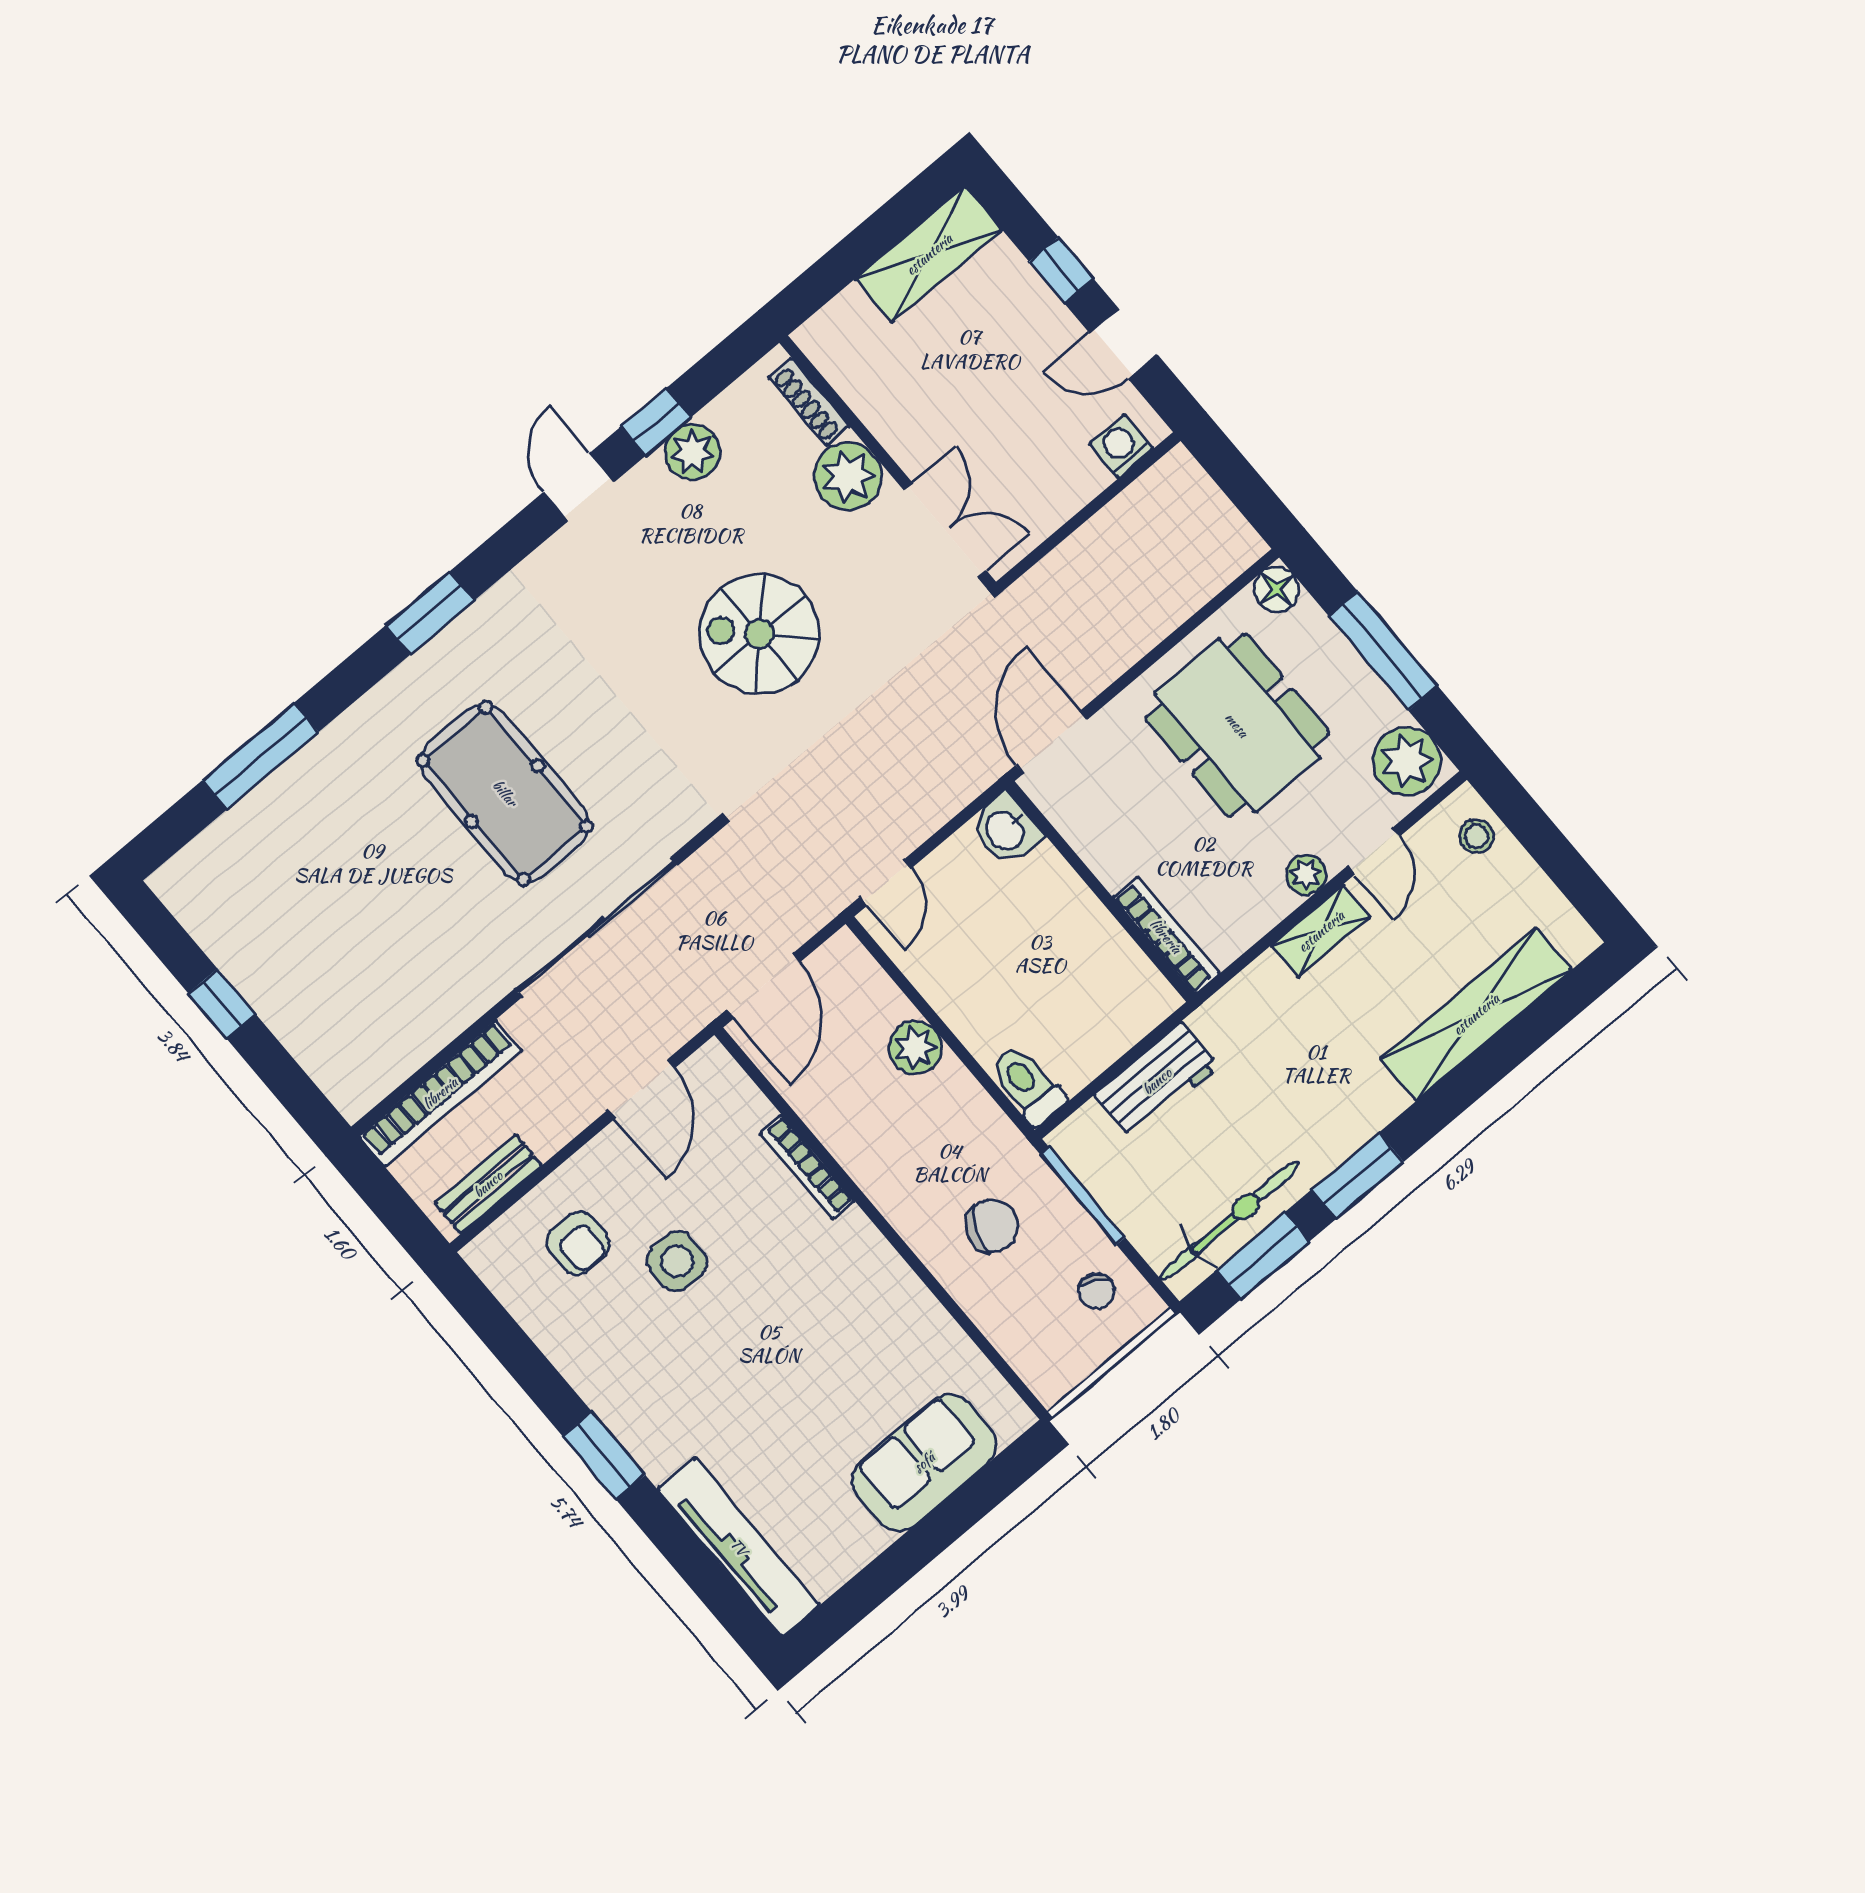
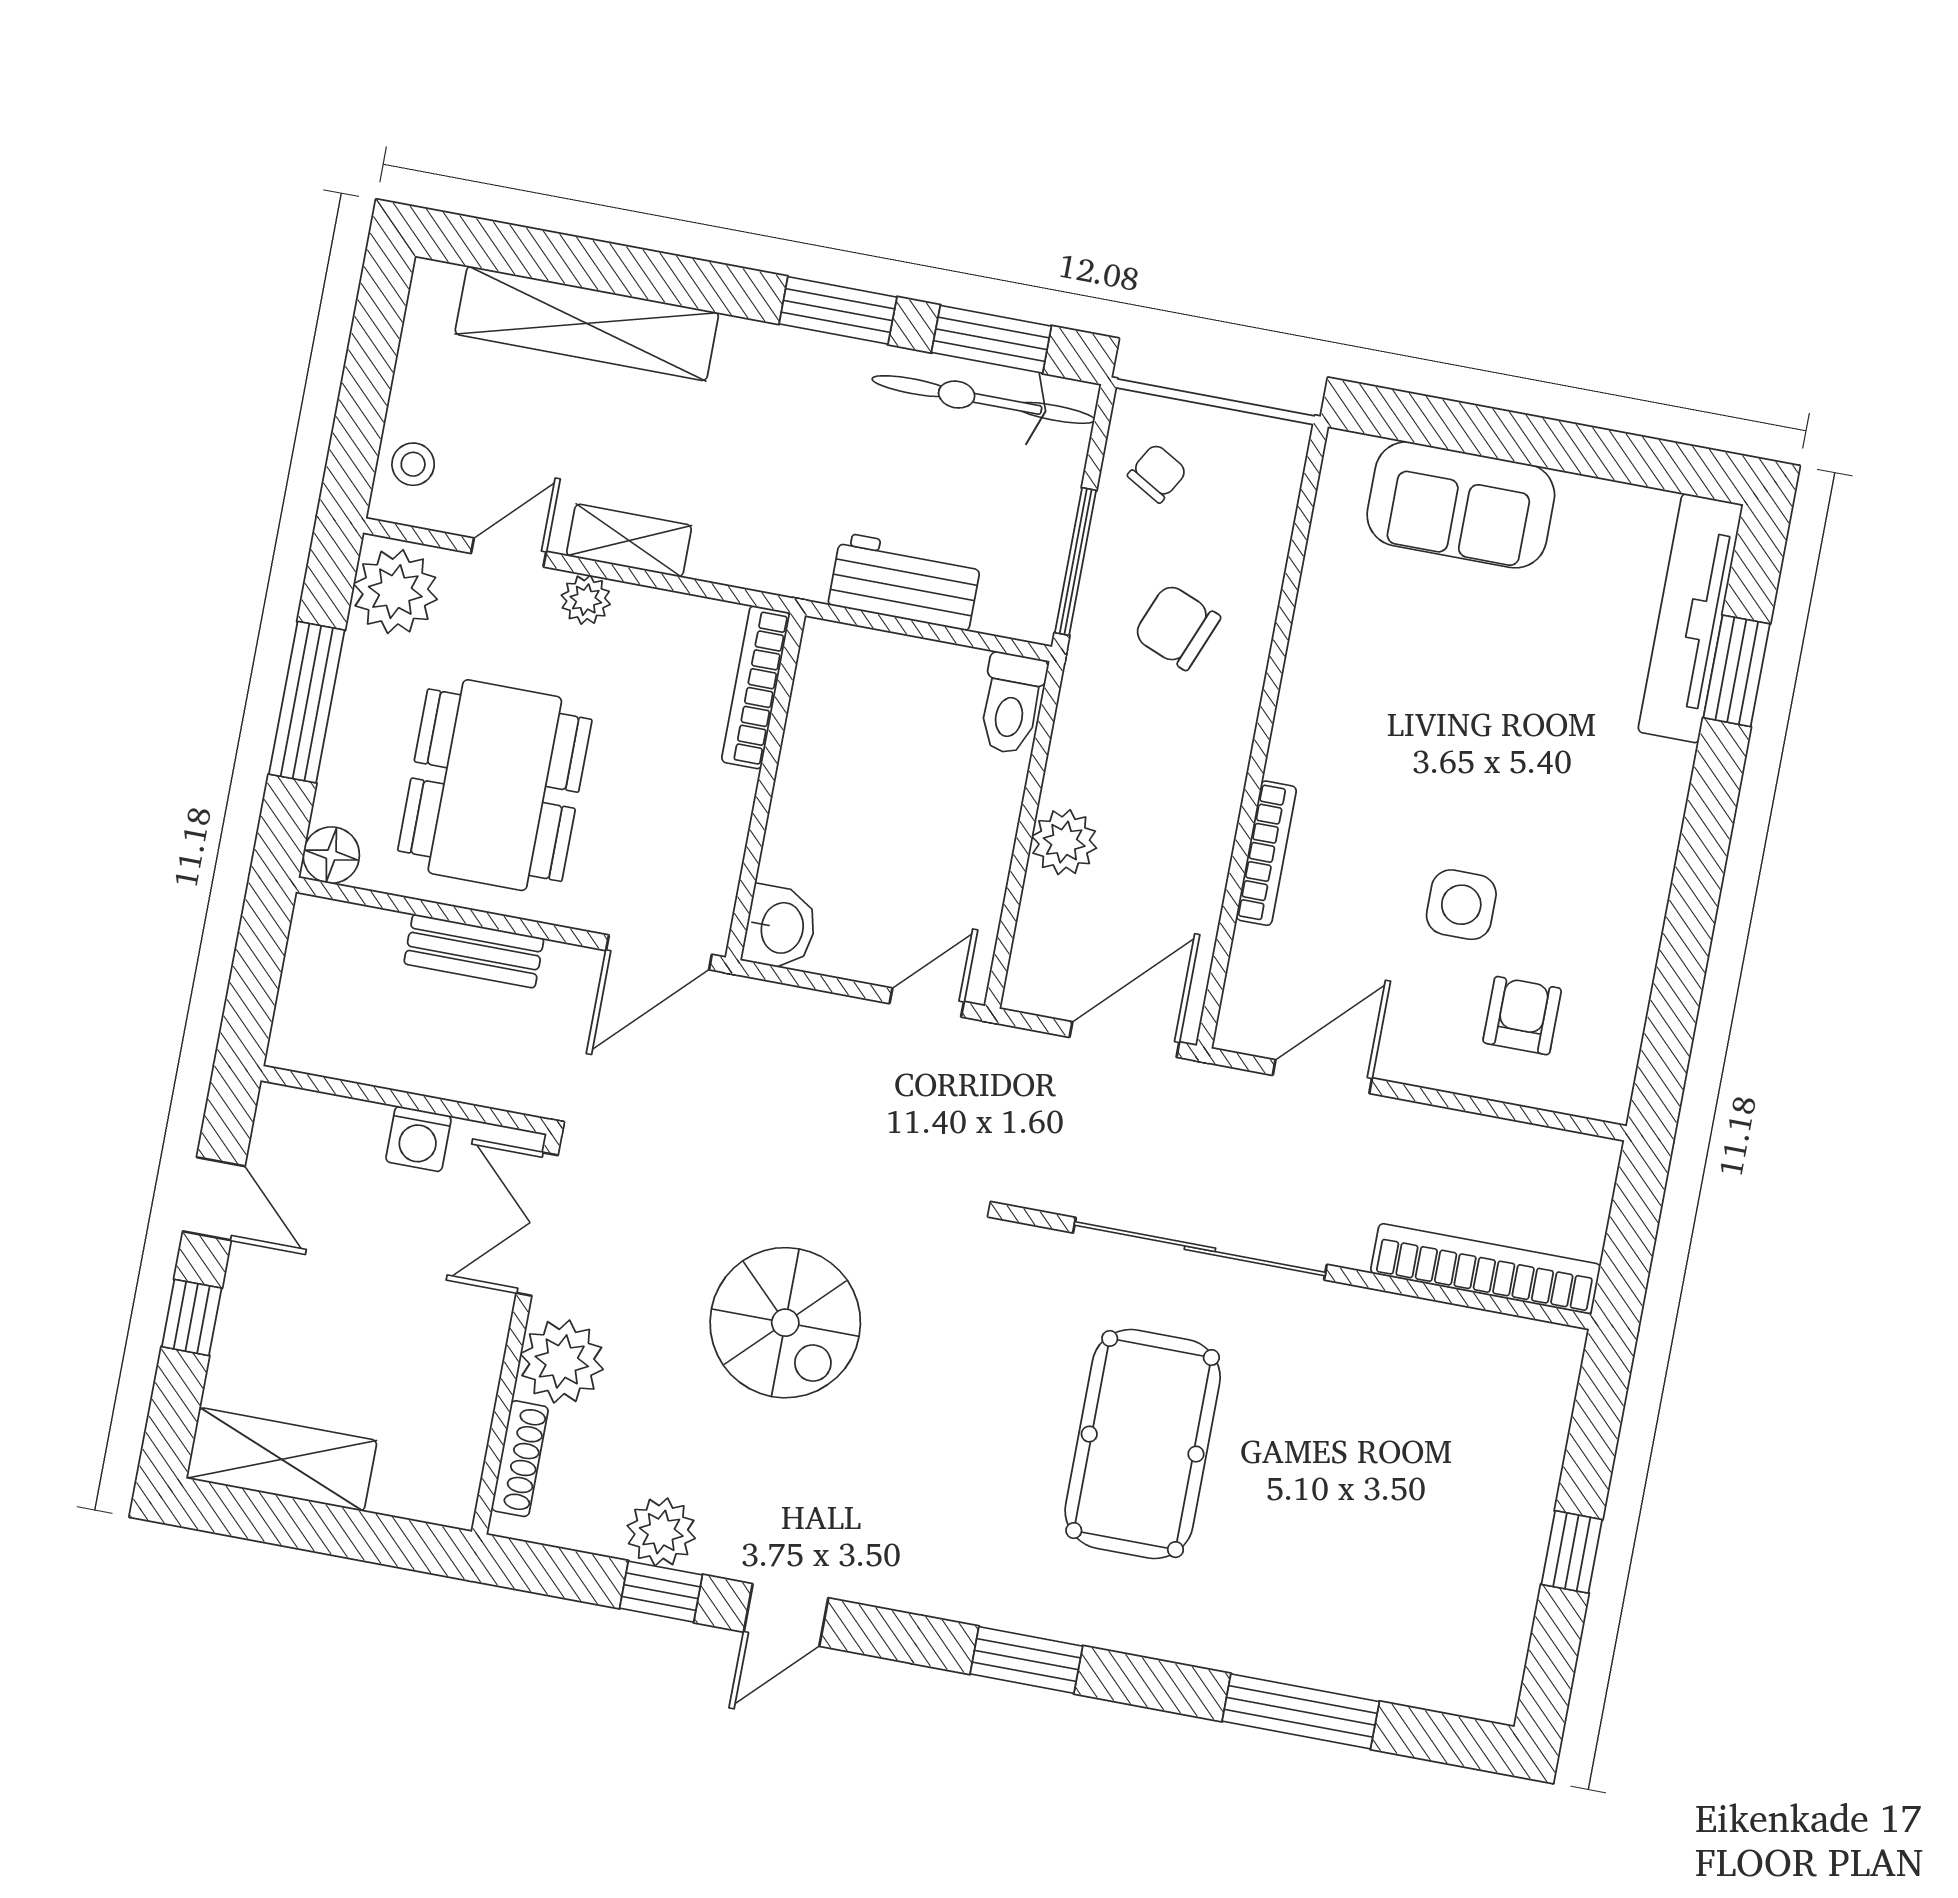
washing machine: (1121, 446) -> (418, 1139), moved
bench: (488, 1184) -> (474, 951), moved
window: (604, 1455) -> (1737, 671), moved

